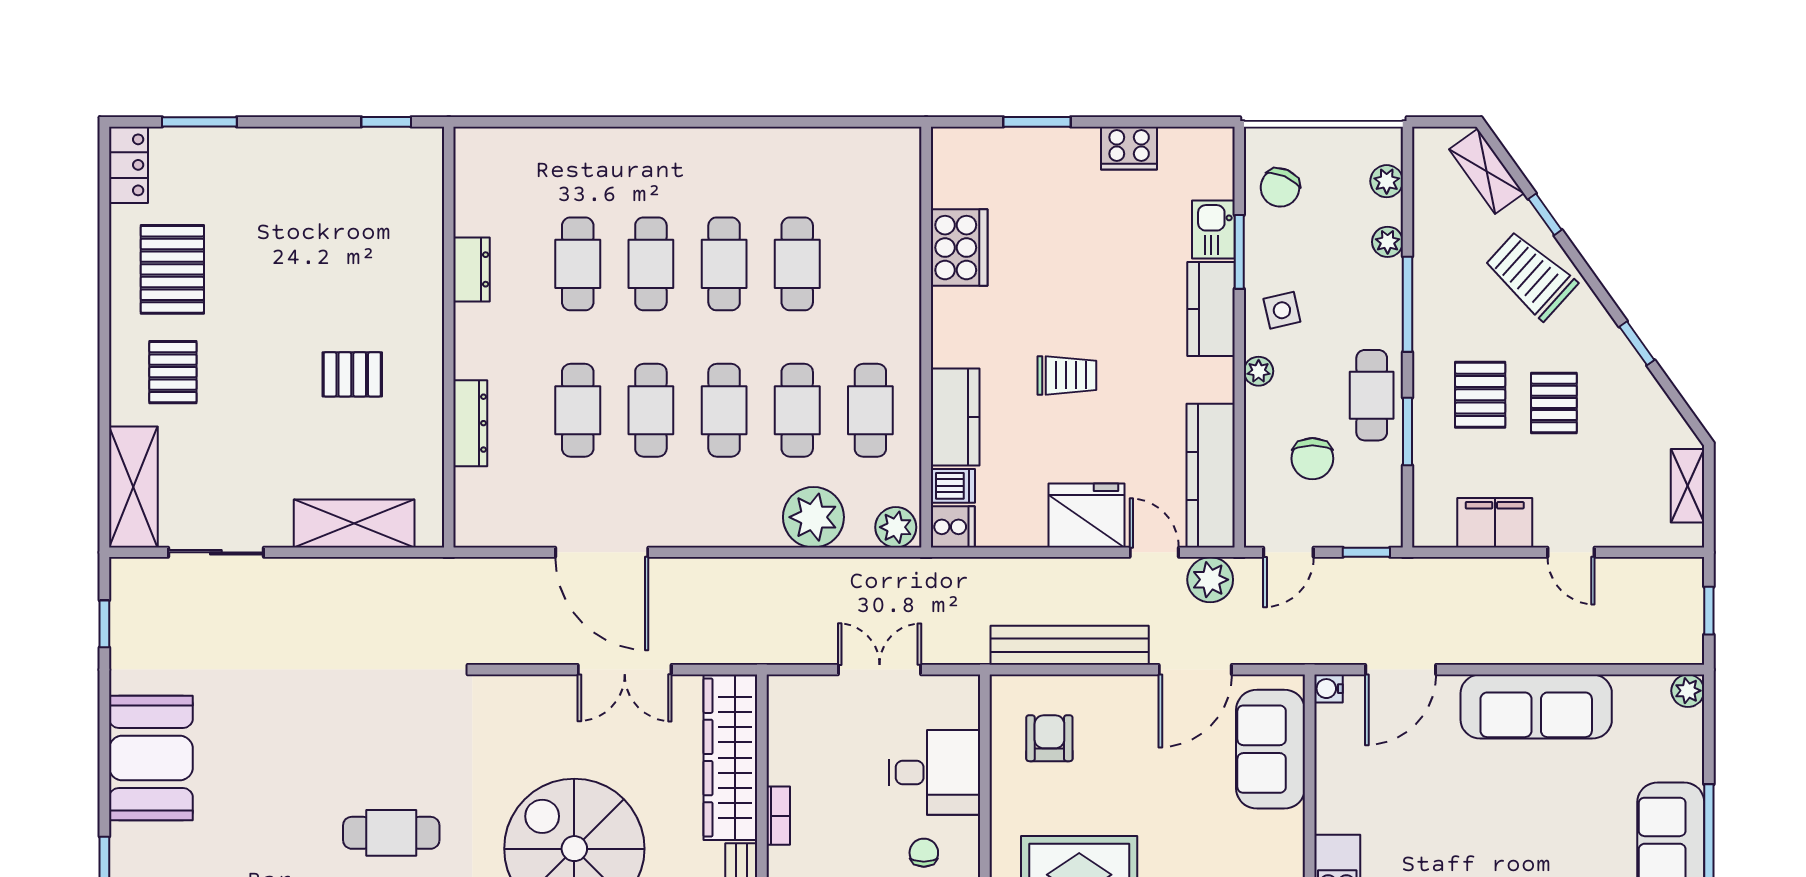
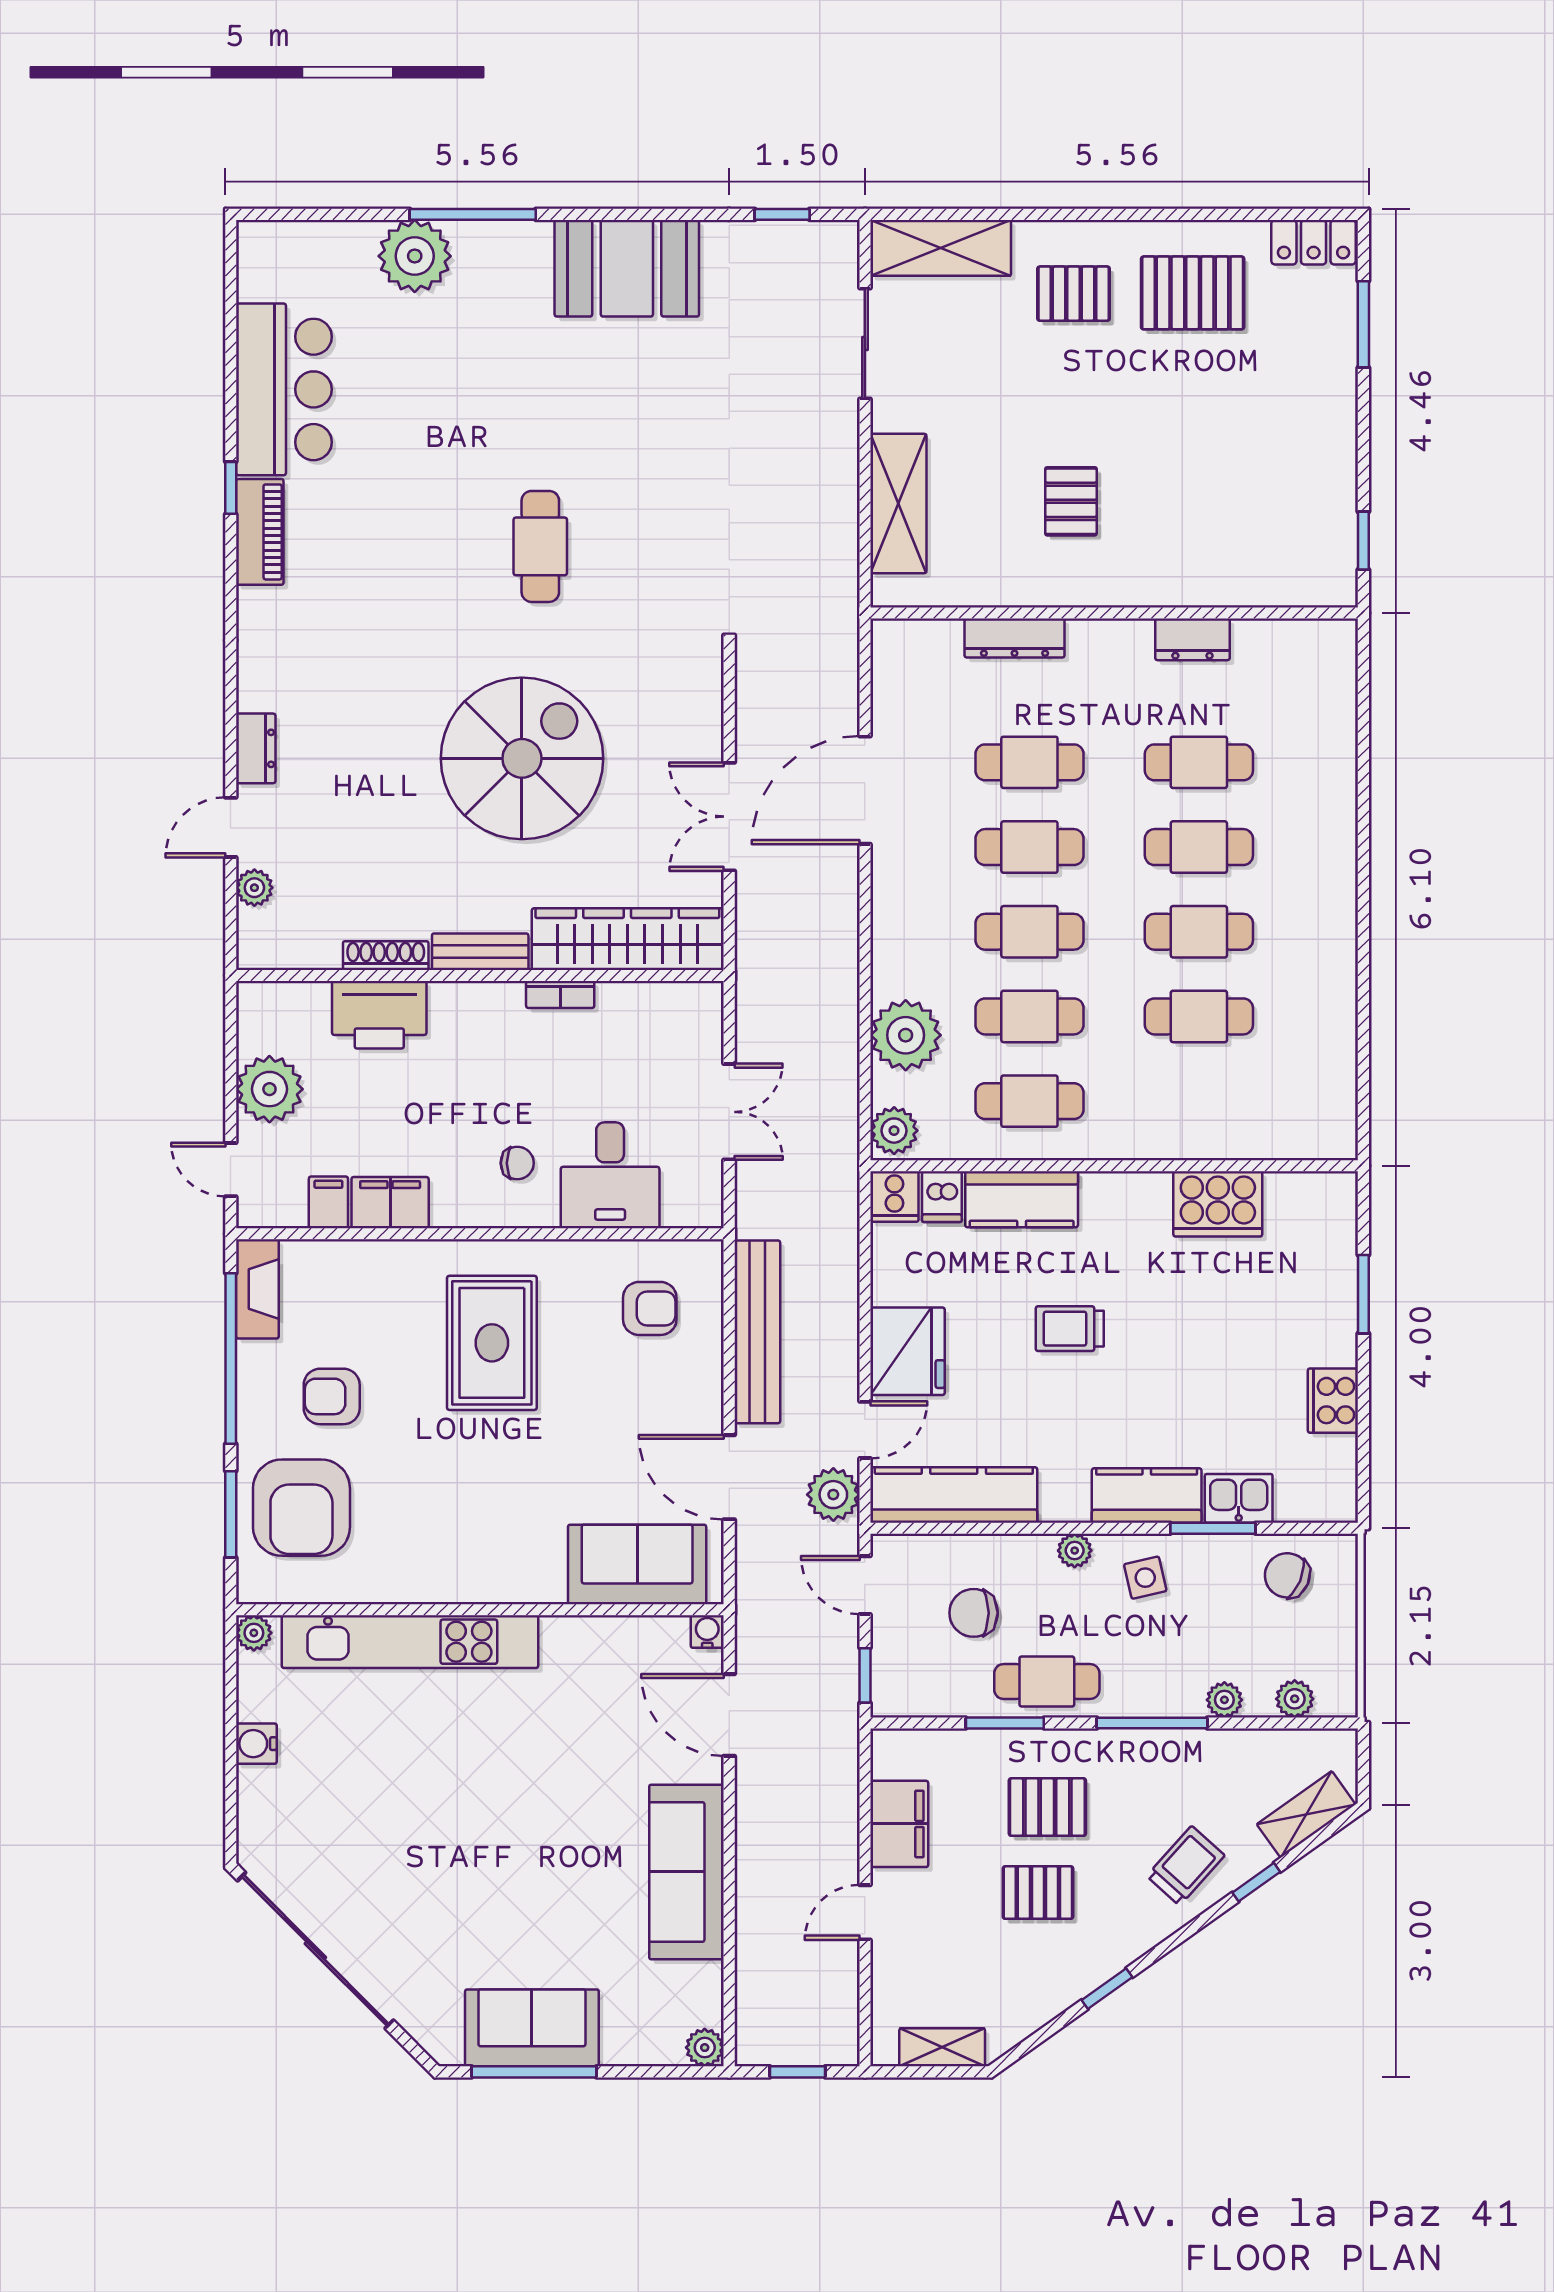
trolley: (1531, 275) -> (1186, 1866), width x0.73, depth x0.72
trolley: (1067, 375) -> (1070, 1329), turned 90

